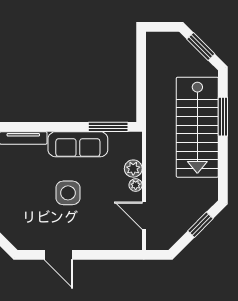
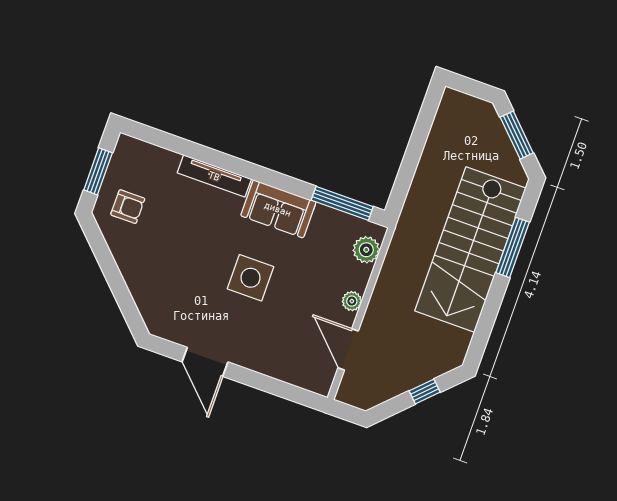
sofa: (78, 144) -> (278, 209), width x0.73
plant: (133, 169) -> (366, 250), moved
window: (200, 225) -> (425, 392), width x0.67

